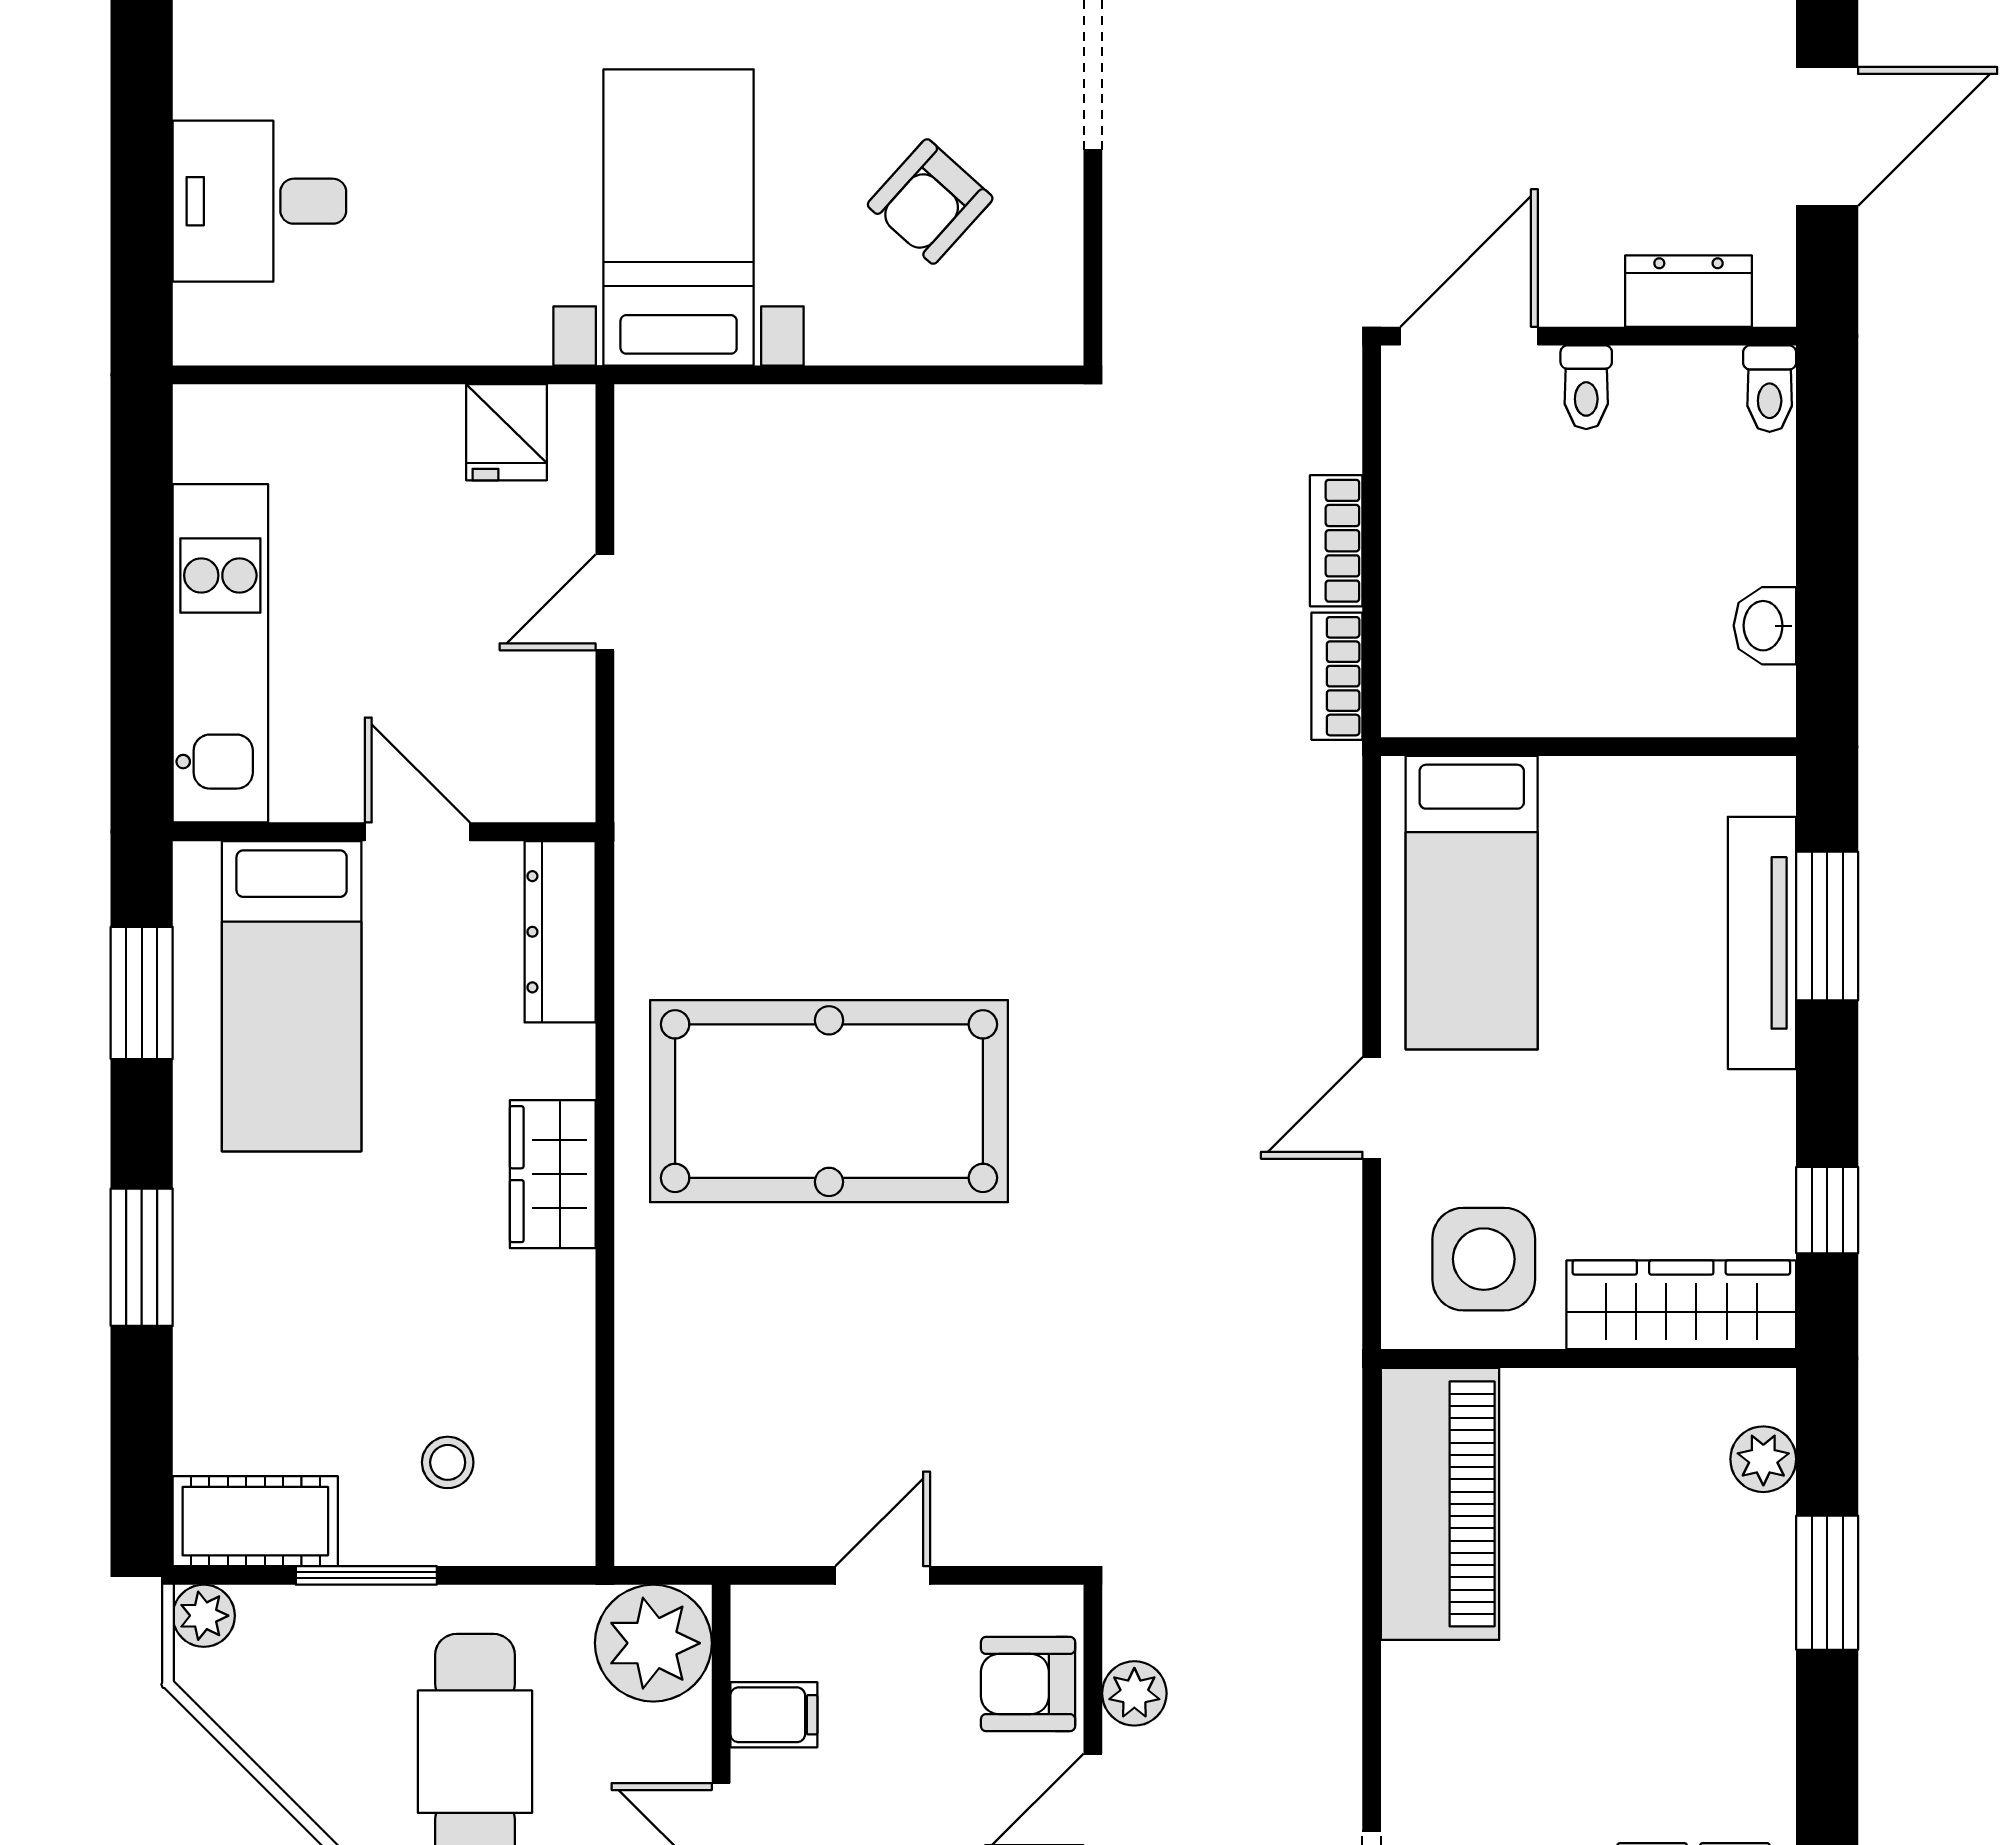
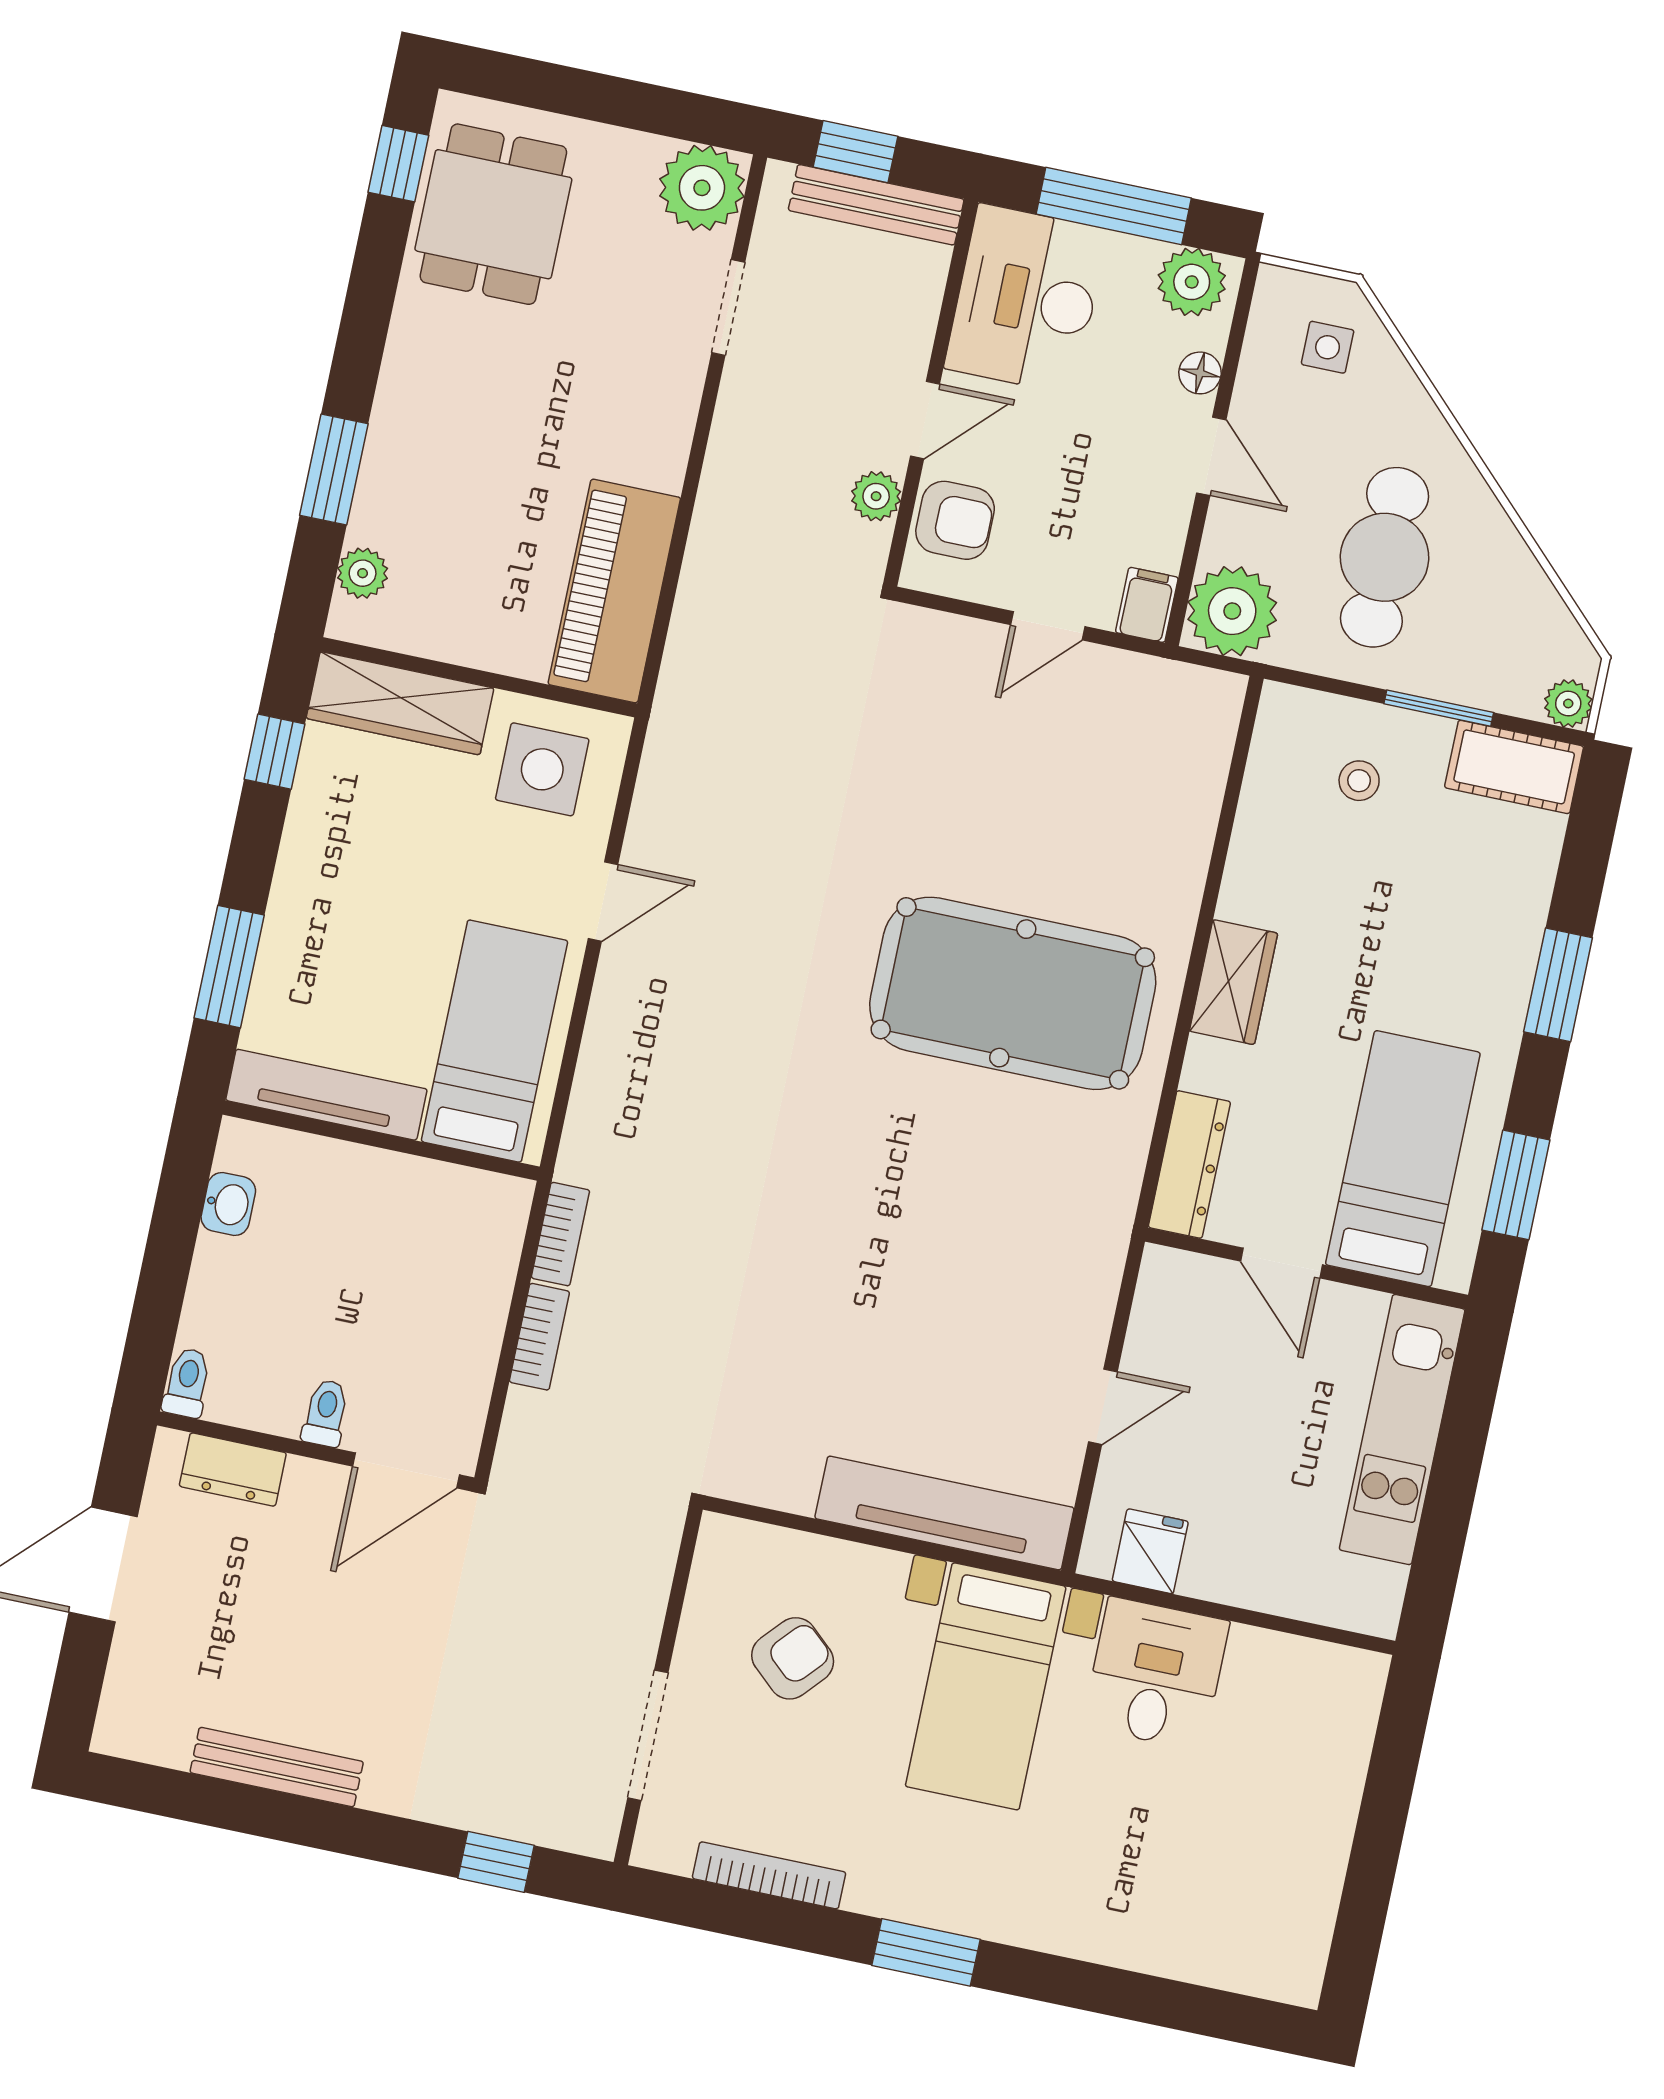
desk: (259, 201) -> (1156, 1674), moved, turned -90
tv unit: (777, 426) -> (944, 1513), added
tv unit: (1762, 943) -> (326, 1095), moved, turned -90
filing cabinet: (774, 1715) -> (1147, 605), moved, turned 90

